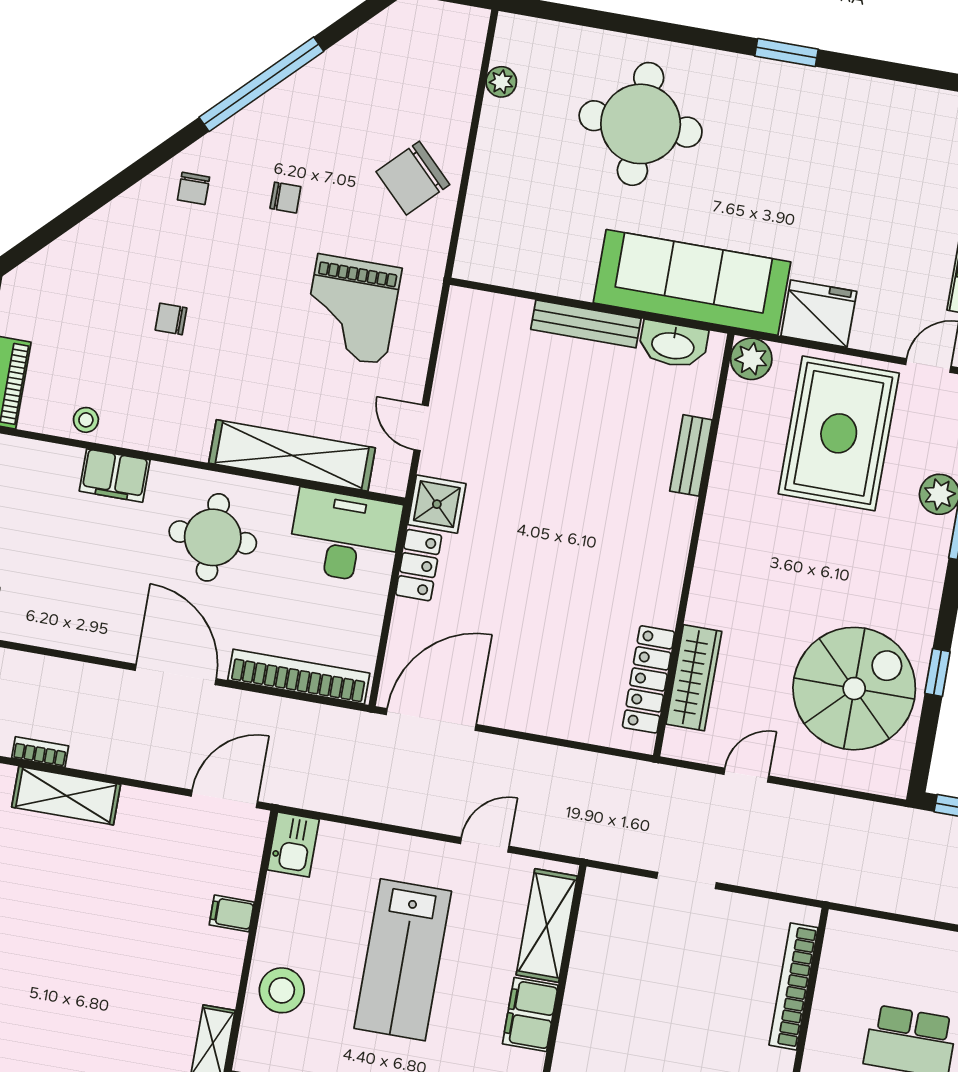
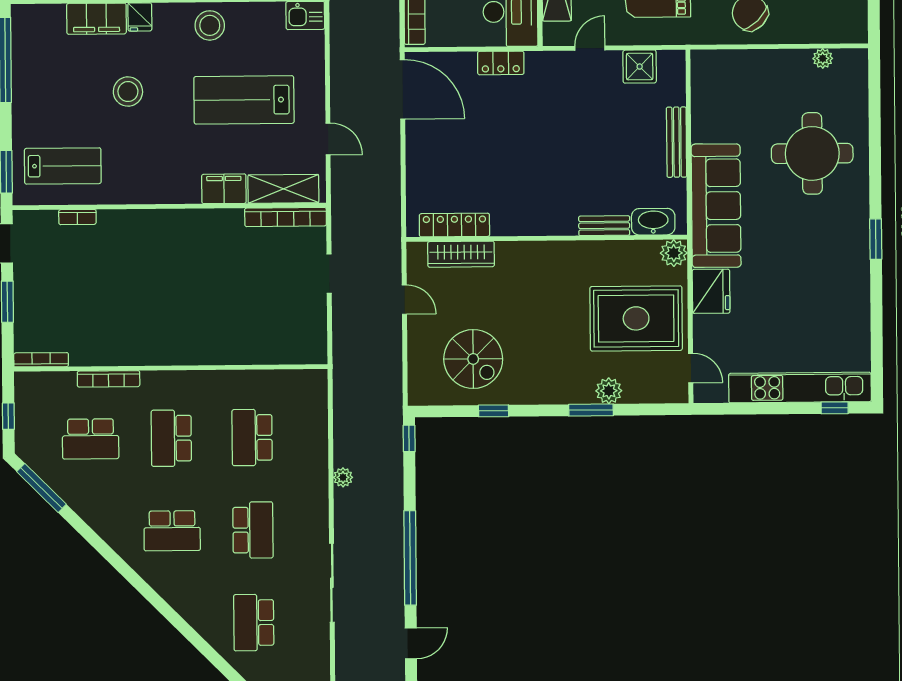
washbasin: (673, 345) -> (653, 222), moved, turned 90
shower: (437, 504) -> (640, 67), moved
spiral stairs: (854, 689) -> (473, 359), width x0.73, depth x0.73
bookcase: (794, 986) -> (286, 217), moved, turned 180

